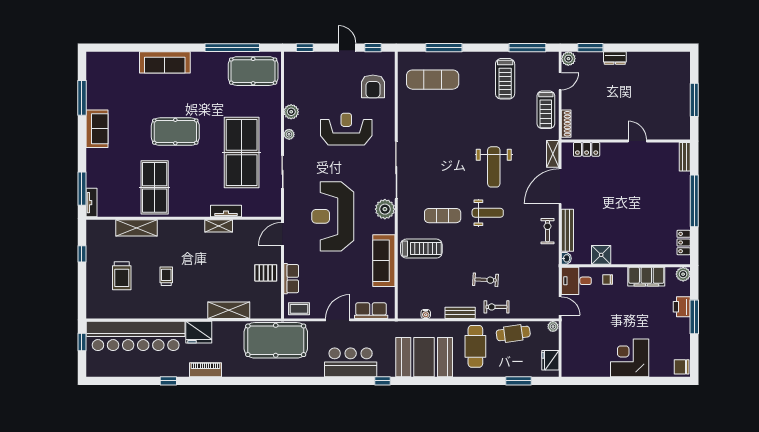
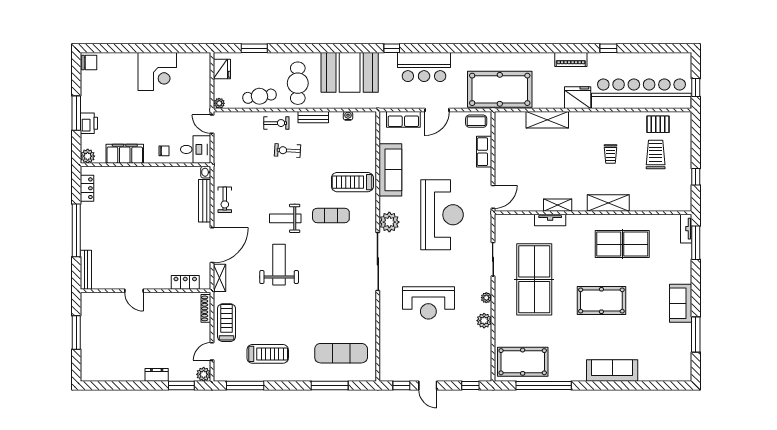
treadmill: (505, 79) -> (268, 354), turned 90
armchair: (373, 86) -> (401, 346), removed
bench: (685, 157) -> (86, 270), width x1.36
table tennis table: (155, 187) -> (622, 244), turned 90
shelving: (137, 228) -> (608, 203), moved
shower: (601, 255) -> (170, 176), removed
pallet: (266, 273) -> (658, 124), moved
corner desk: (630, 358) -> (157, 72), moved

